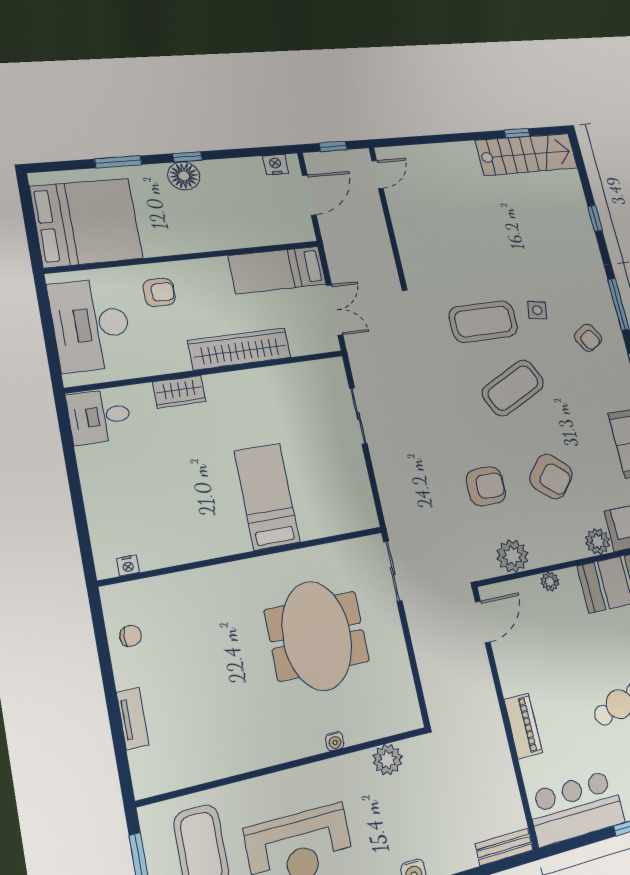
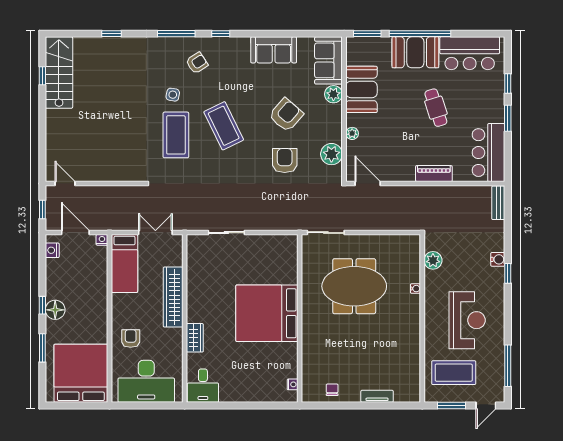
nightstand: (307, 234) -> (102, 240), added
bed: (267, 496) -> (267, 313), width x2.04

